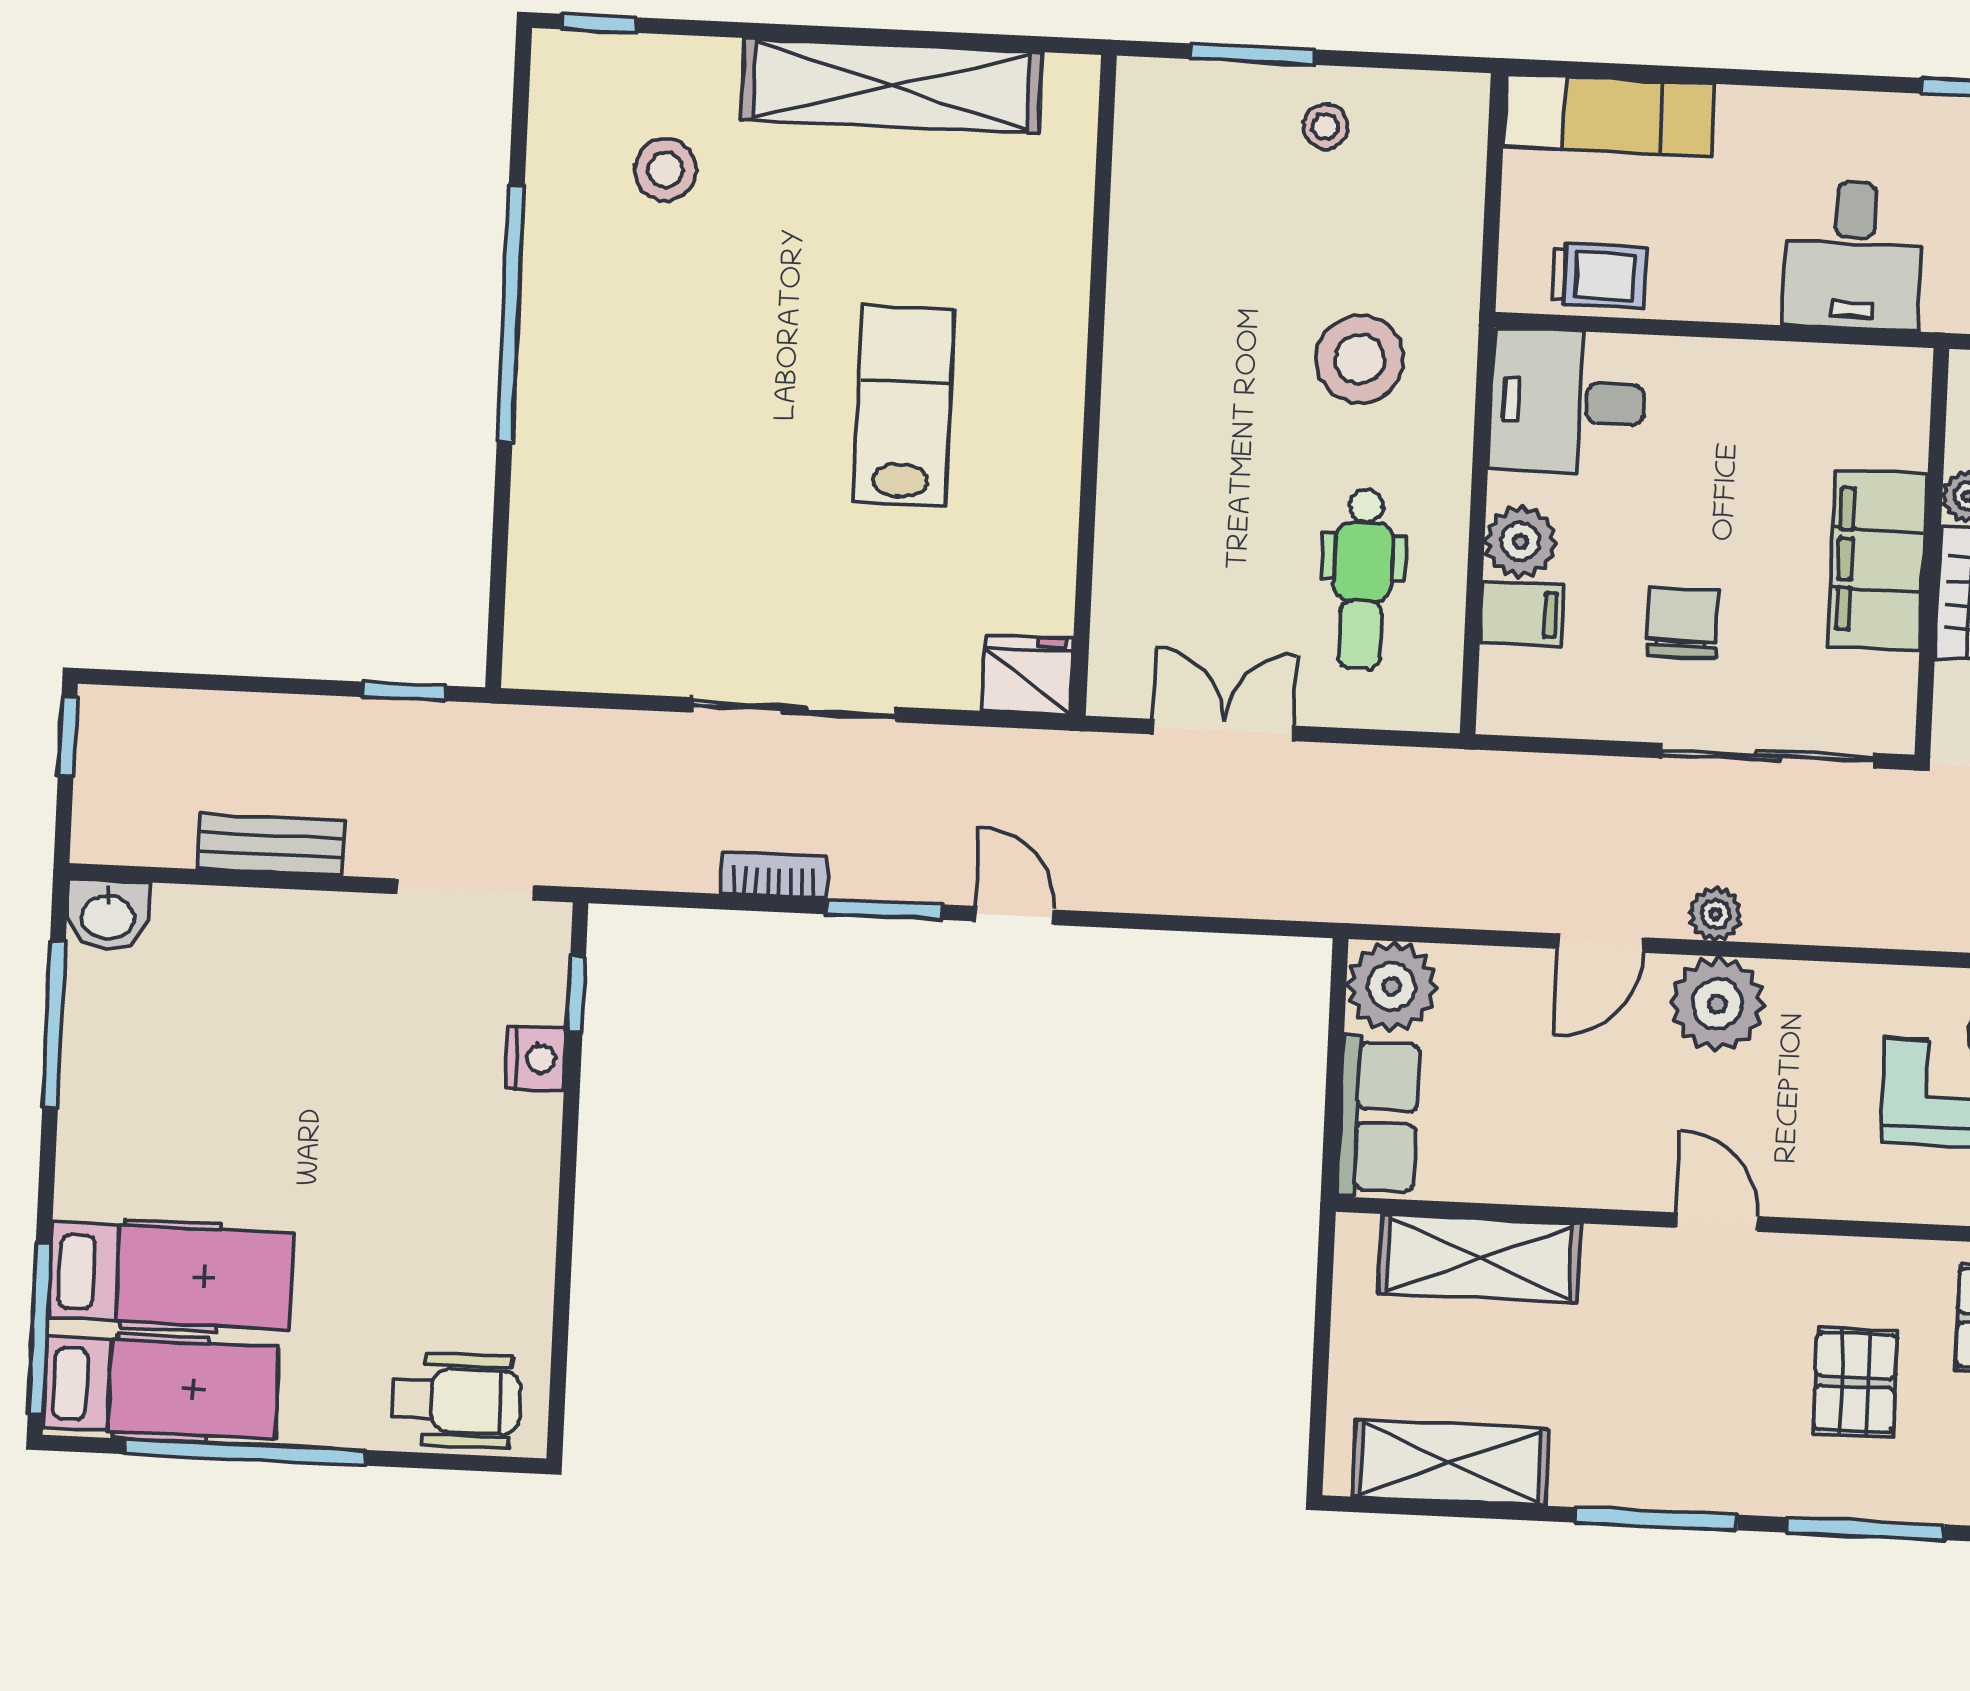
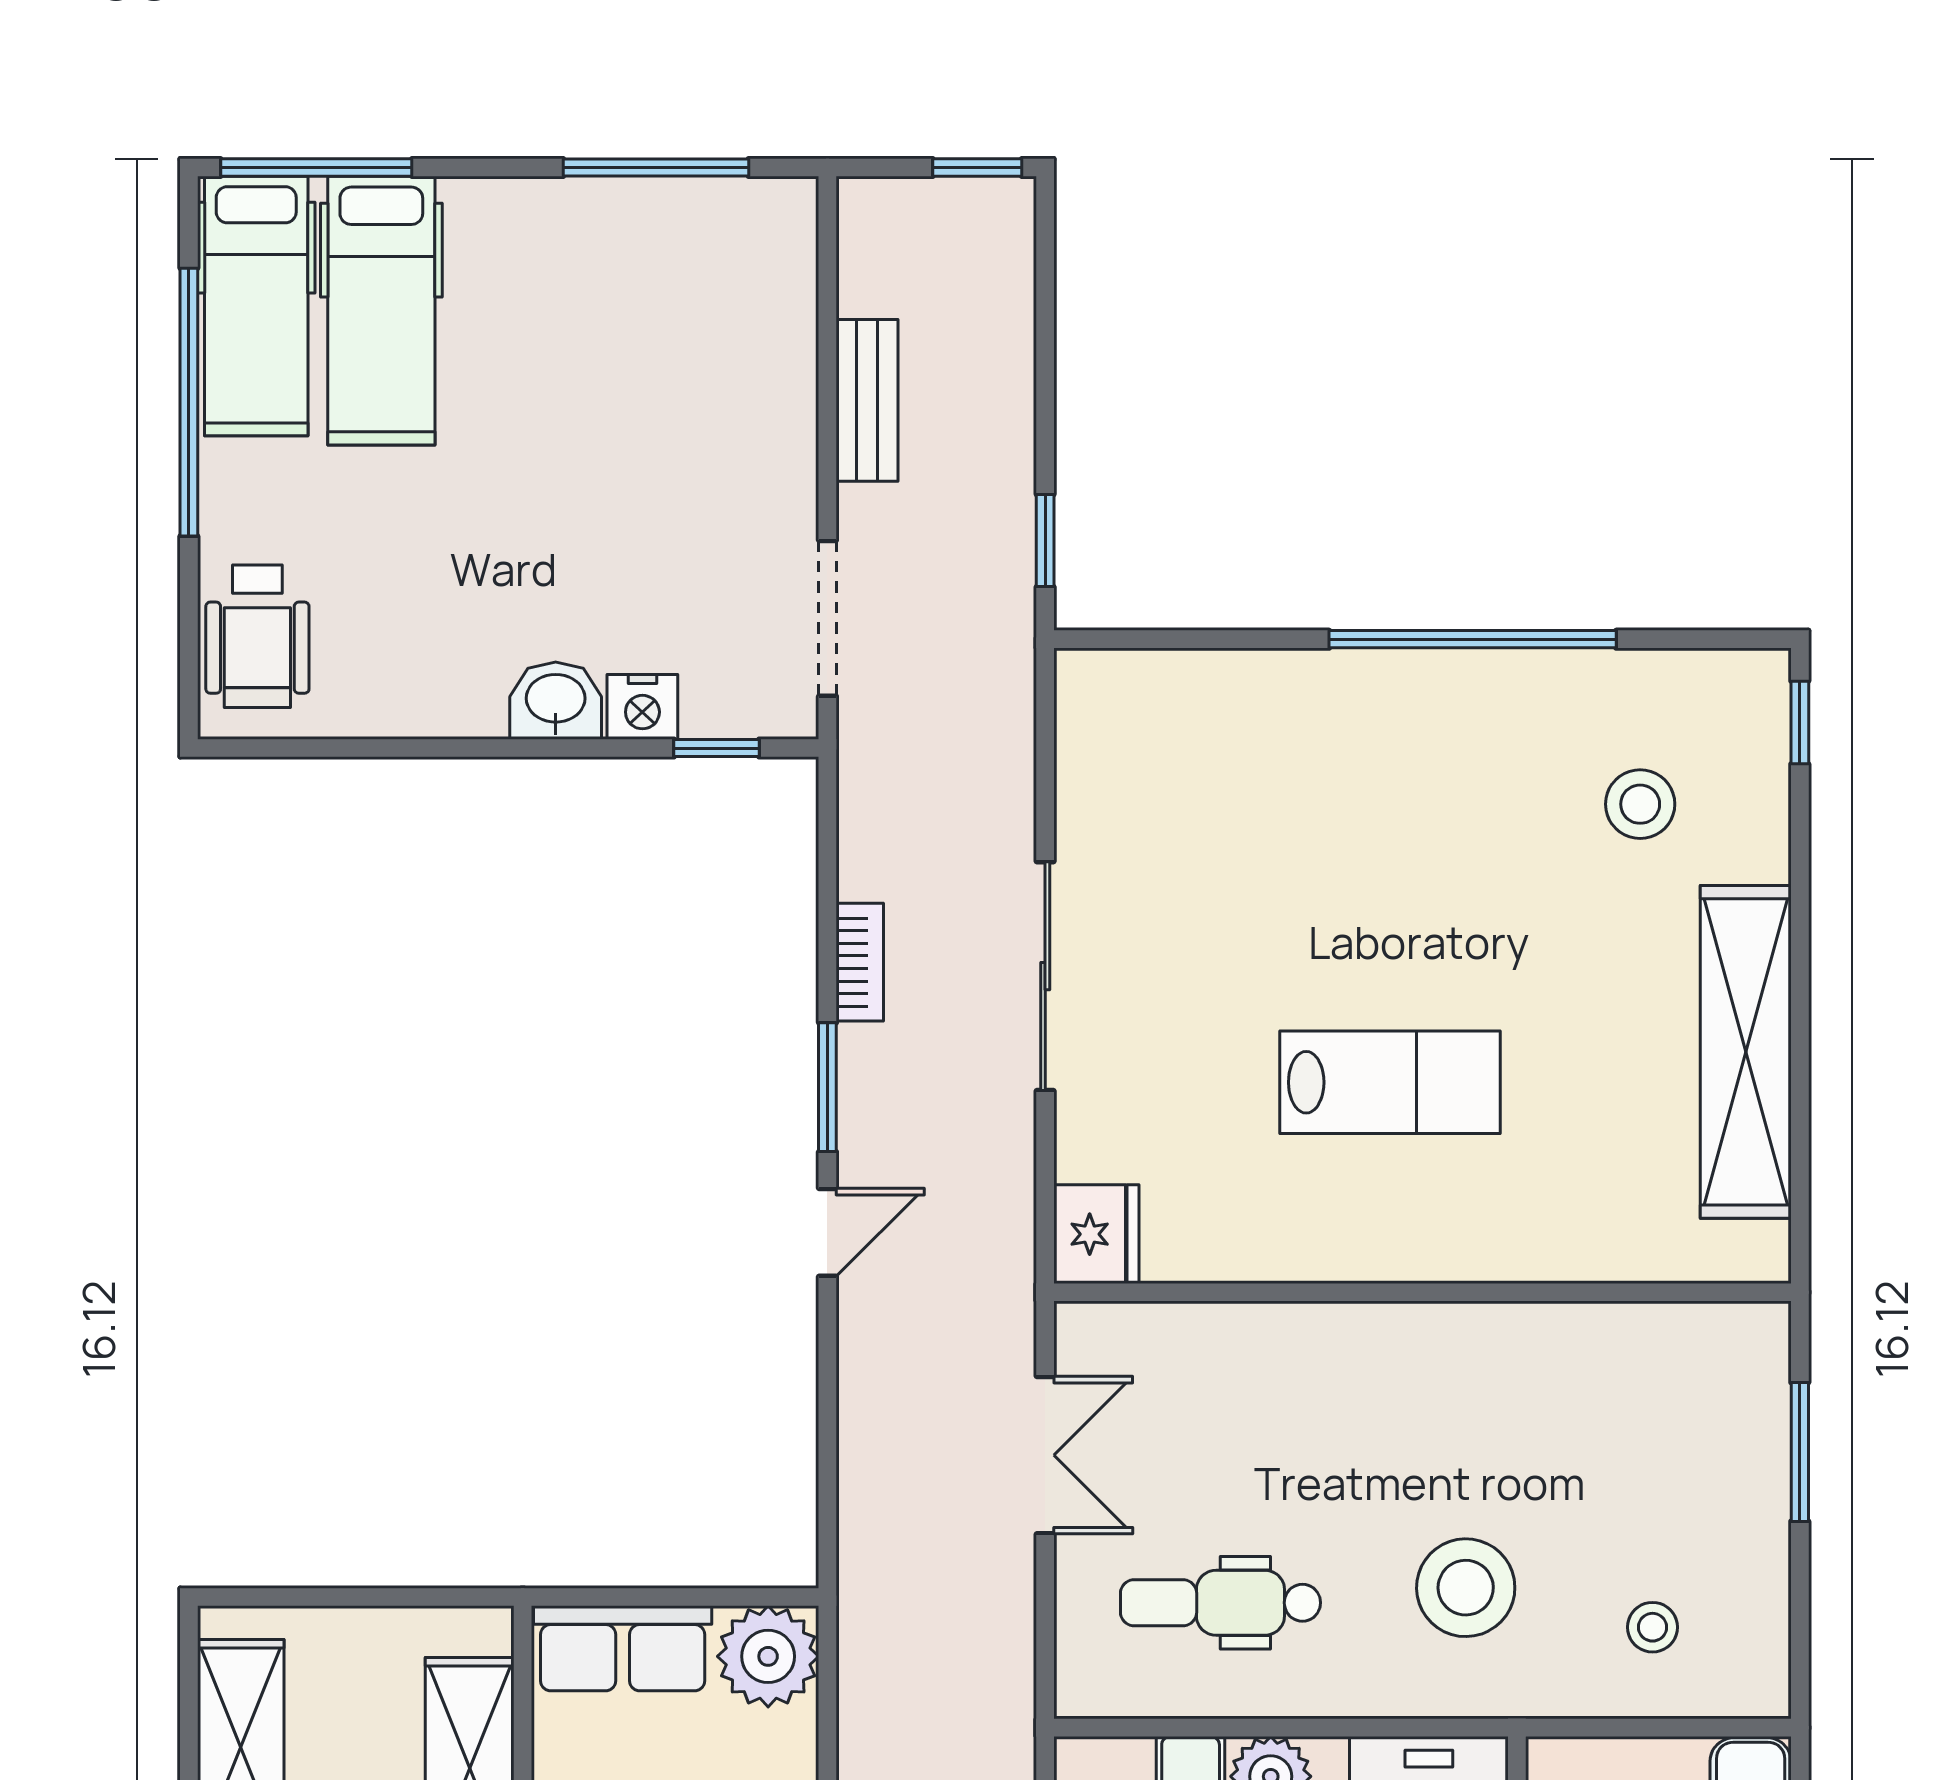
stool: (1325, 127) -> (1652, 1627), moved
washbasin: (108, 915) -> (556, 701), moved, turned 90

